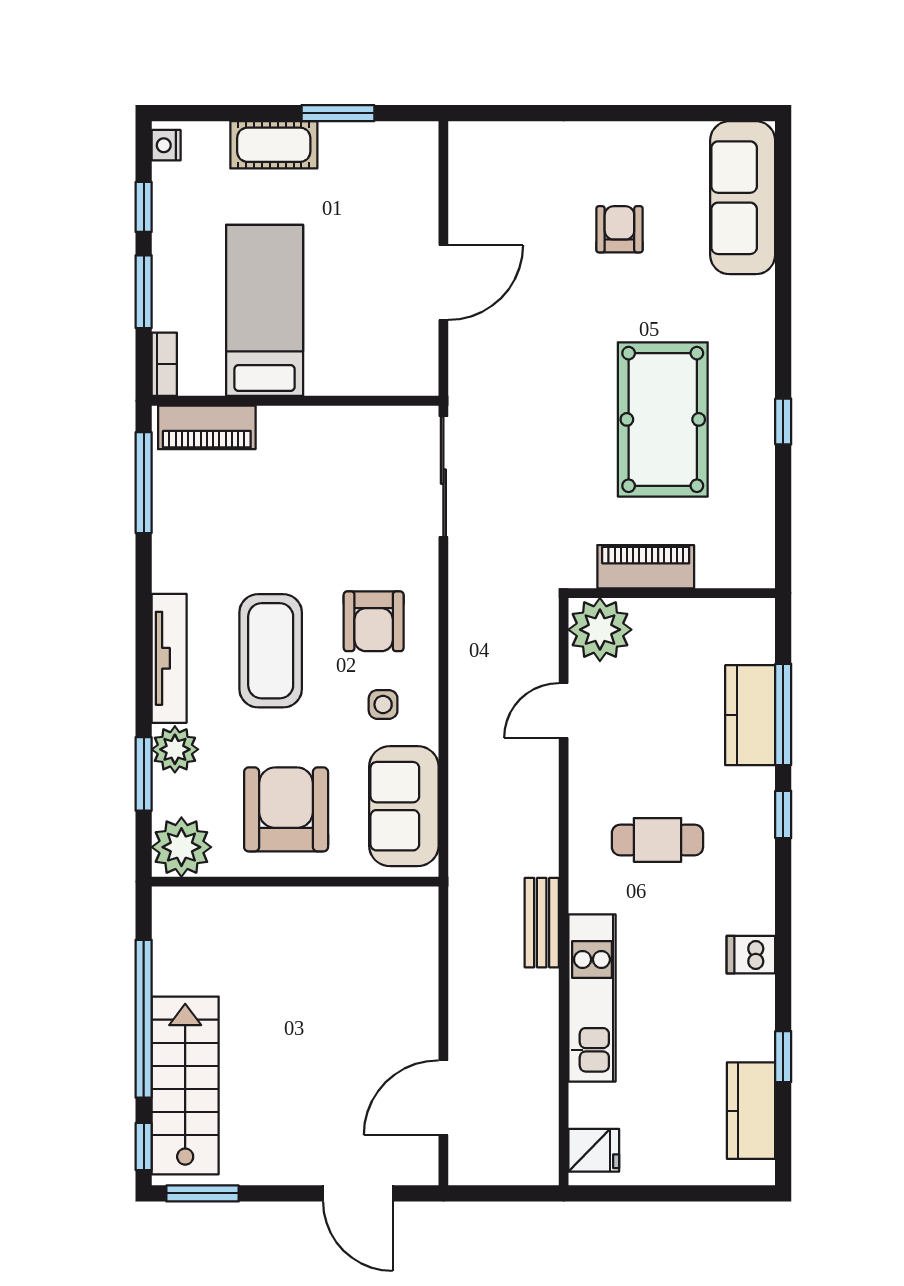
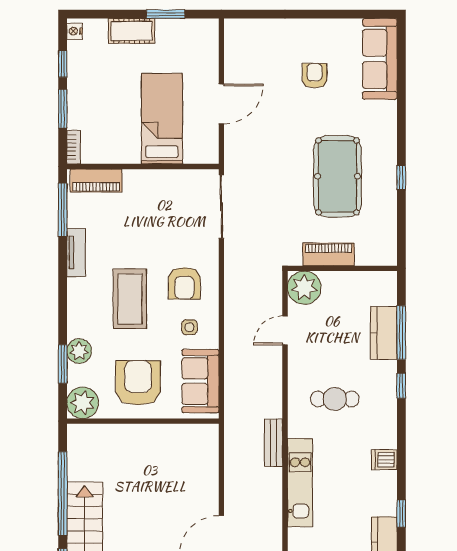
bed: (265, 310) -> (162, 119), moved
tv unit: (169, 658) -> (76, 253), moved, width x0.71

